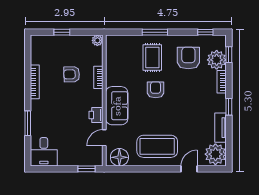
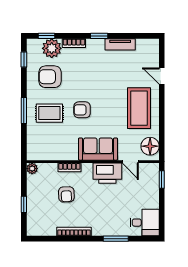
printer: (96, 115) -> (107, 173), width x1.87, depth x1.48
plant: (215, 154) -> (147, 49), removed

